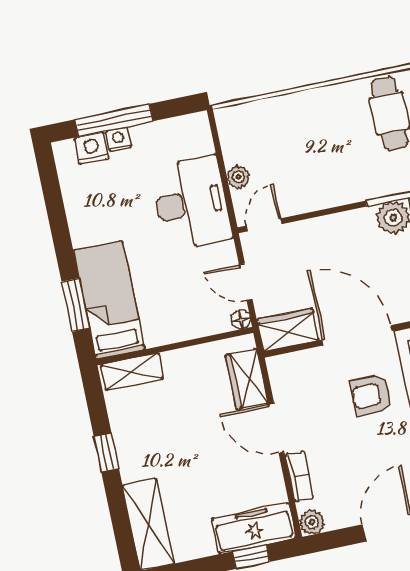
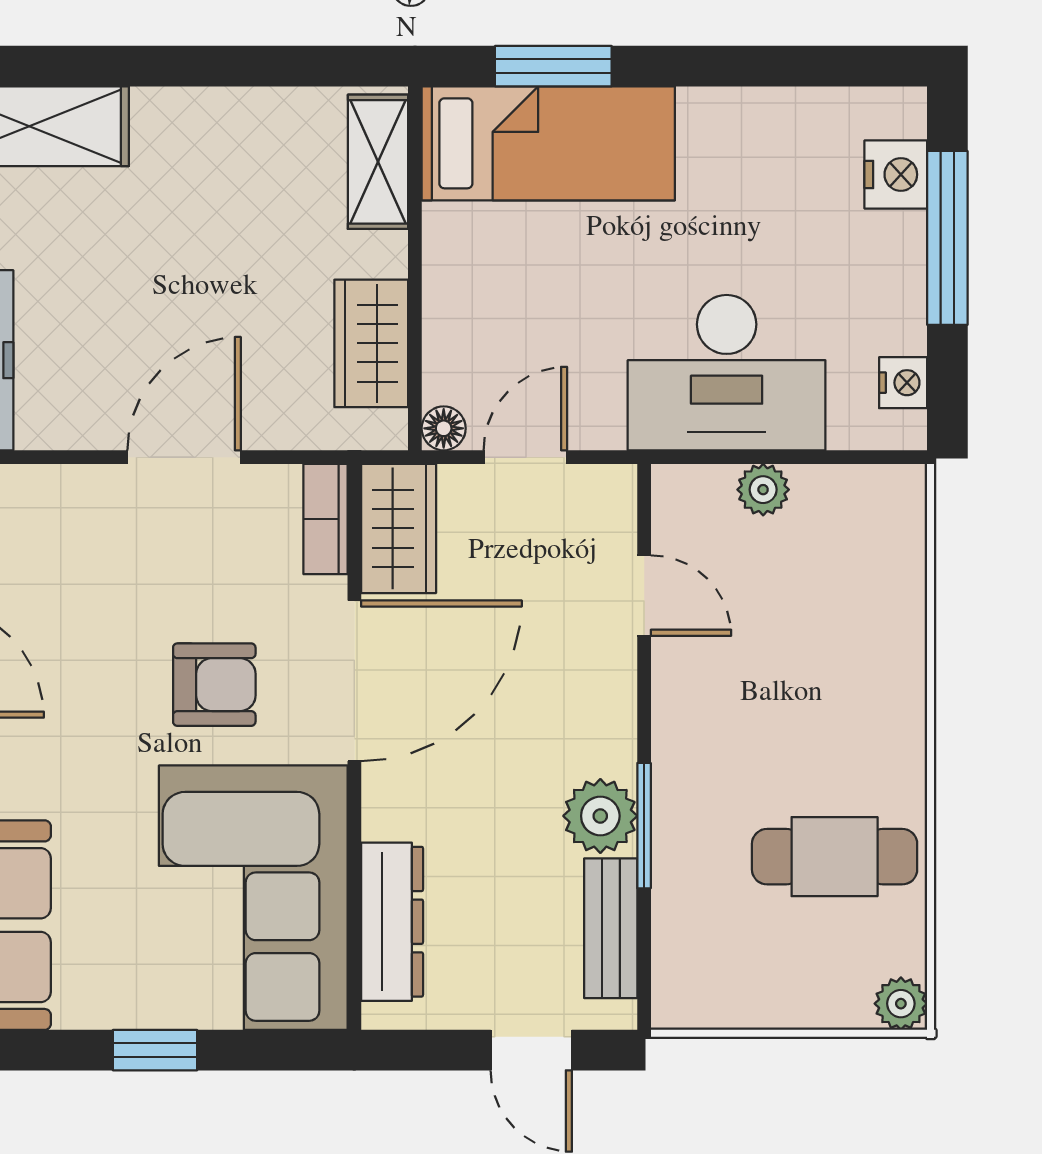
nightstand: (119, 139) -> (903, 383), moved
door: (264, 225) -> (644, 596), moved
wardrobe: (247, 379) -> (371, 343), moved, turned -90
armchair: (371, 395) -> (214, 685), turned 90
window: (106, 453) -> (209, 66), removed
bookcase: (299, 476) -> (325, 519), moved, turned 90

